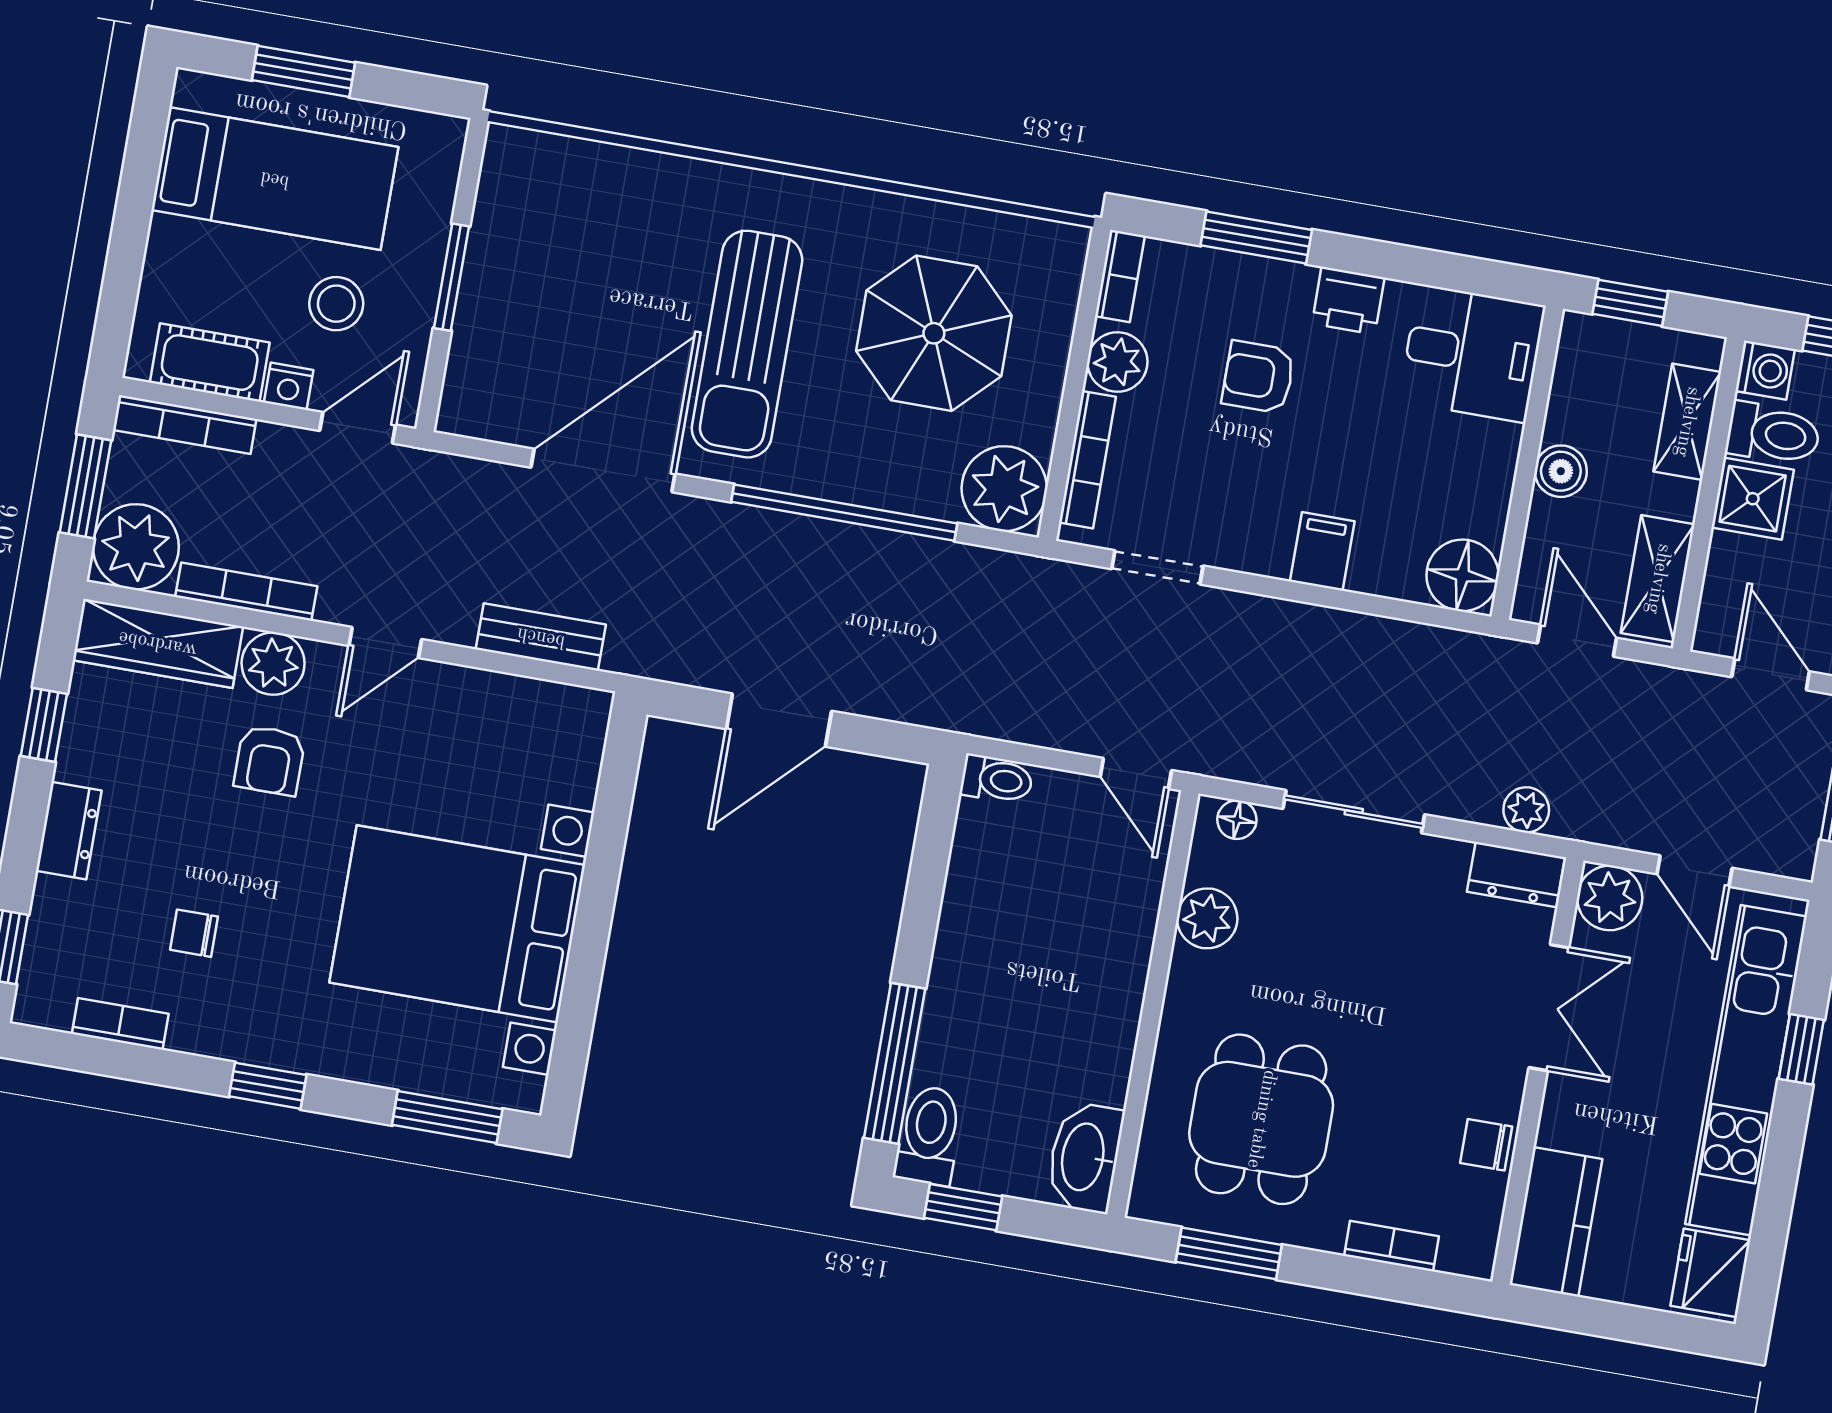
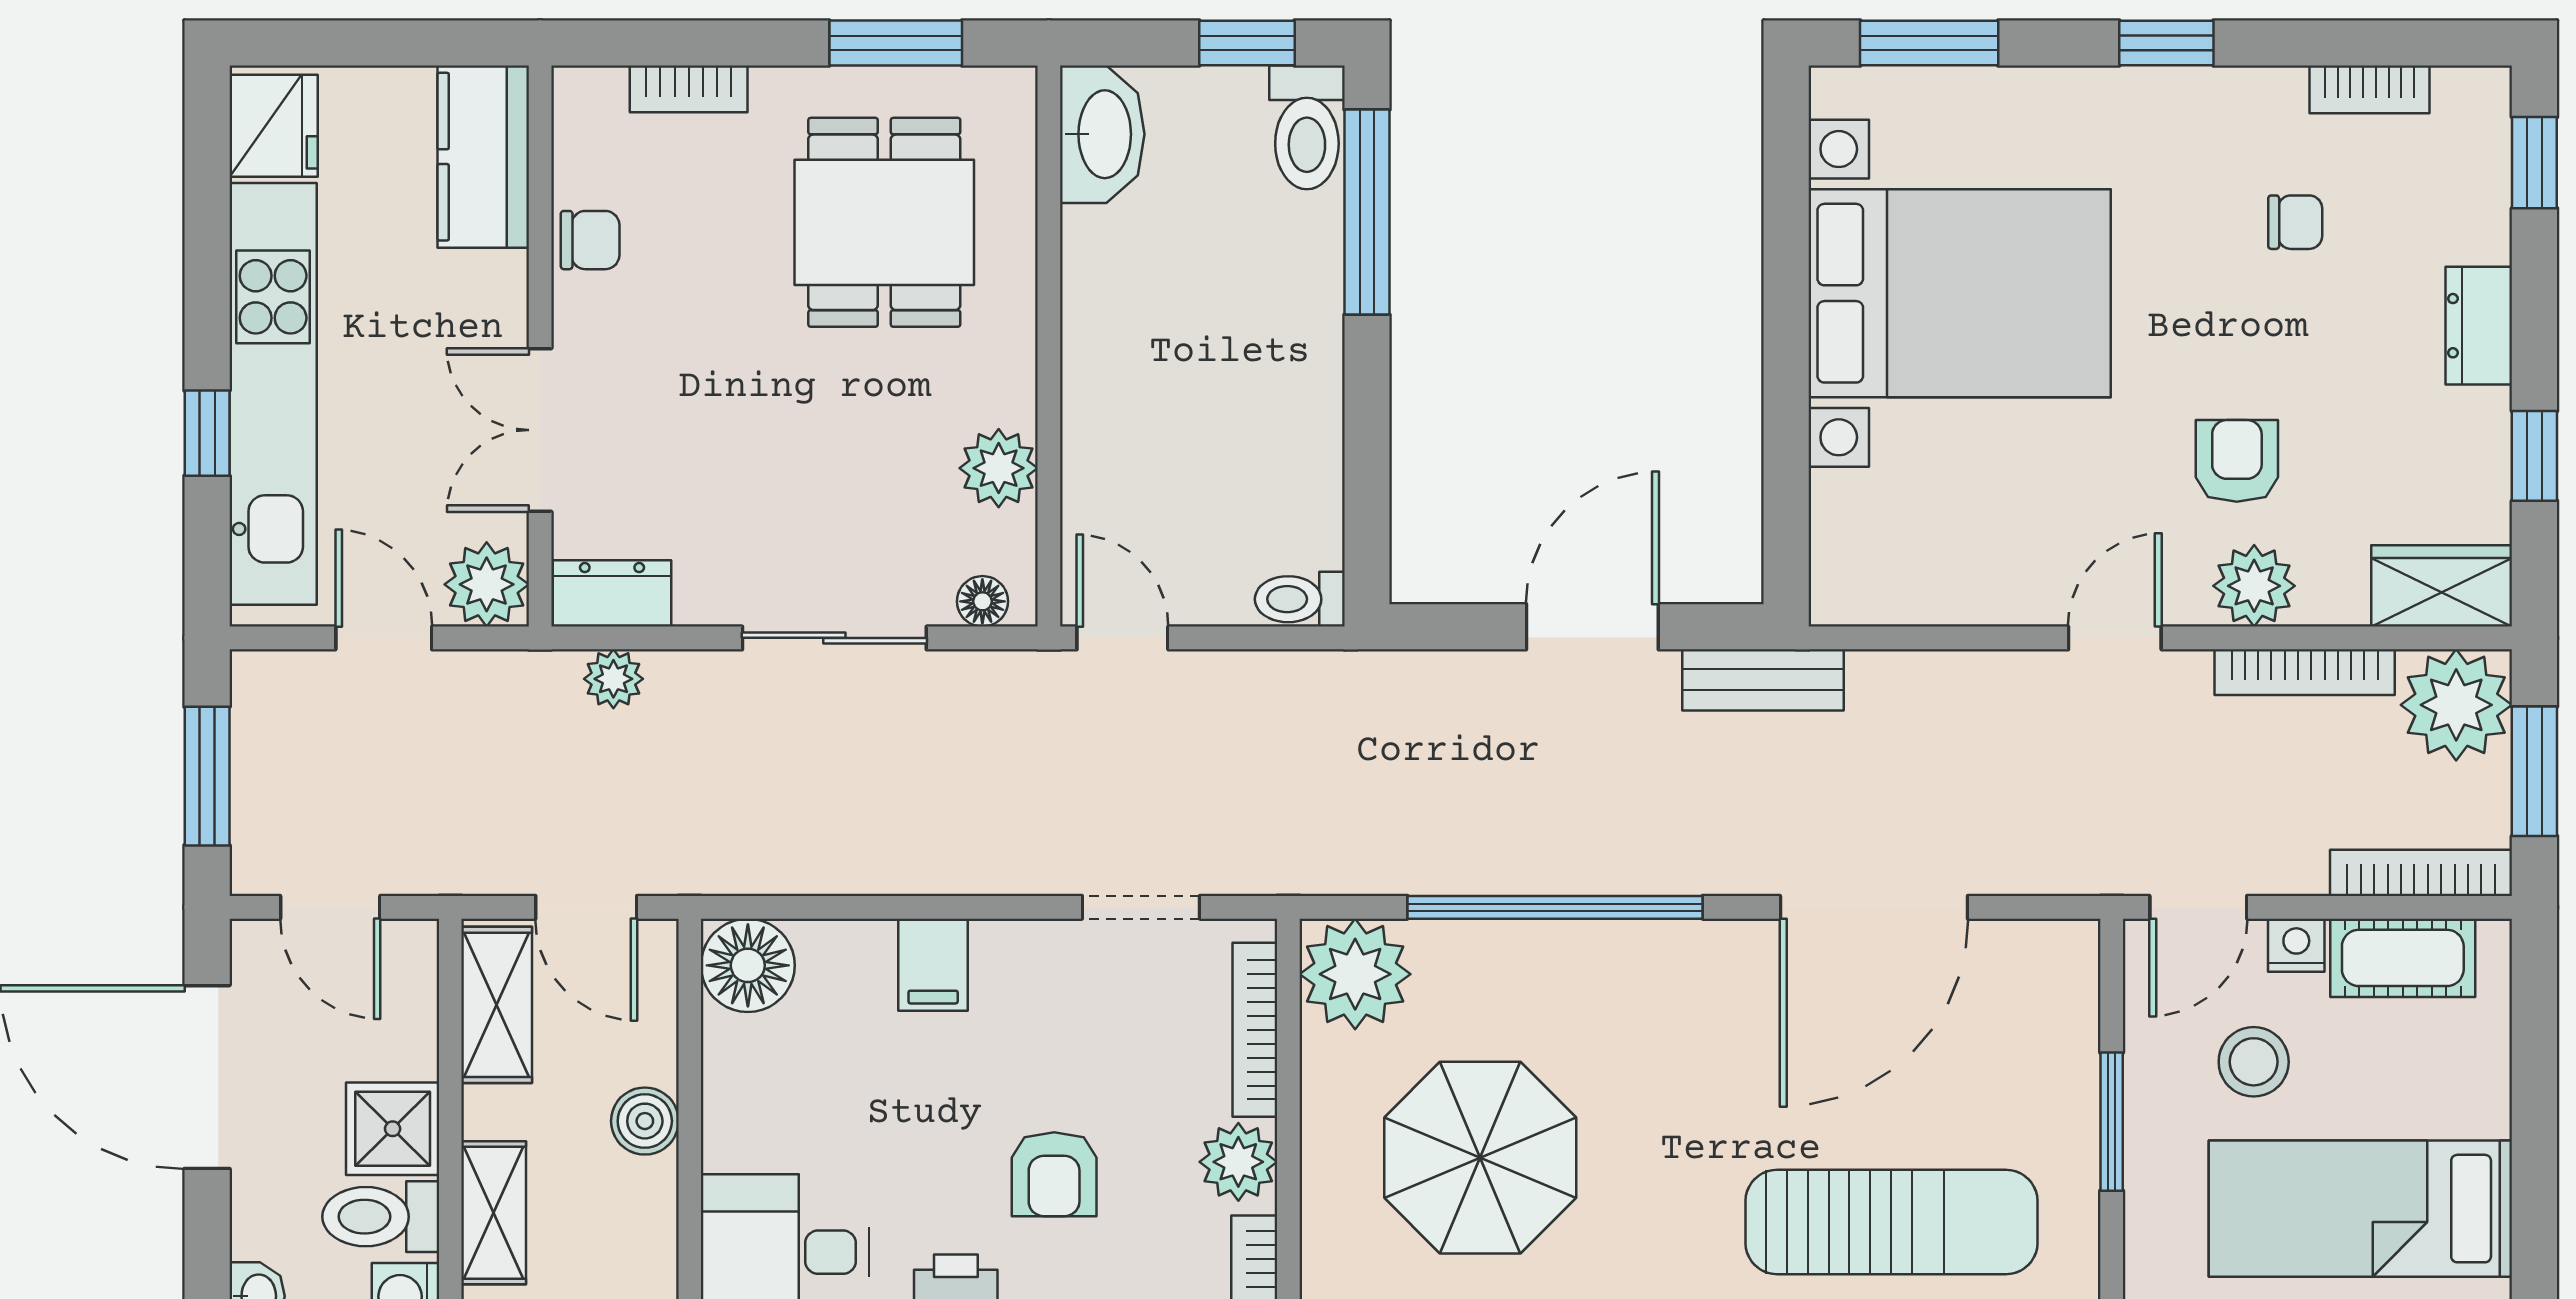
sun lounger: (747, 344) -> (1891, 1222), moved, turned 90
armchair: (1258, 377) -> (1054, 1174), turned 90
bench: (541, 637) -> (1763, 680), moved
wardrobe: (158, 643) -> (2442, 586), width x0.67

